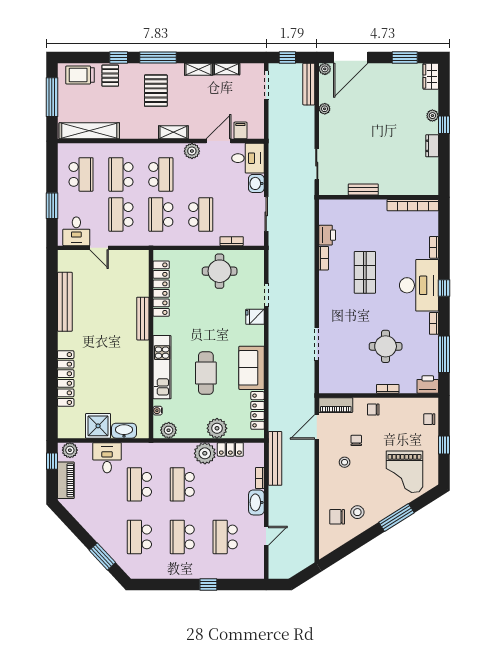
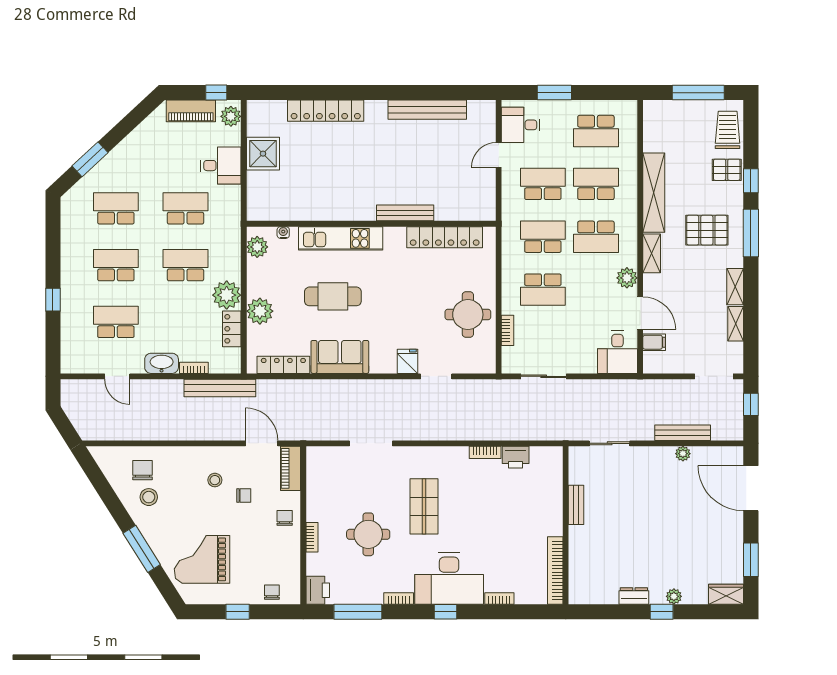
plant: (325, 69) -> (736, 454), removed
bench: (309, 84) -> (683, 433), moved
shelving: (89, 131) -> (654, 193), moved
washbasin: (256, 183) -> (584, 363), removed
shop shelf: (365, 272) -> (424, 506), moved, turned 90
washbasin: (124, 431) -> (257, 188), removed

